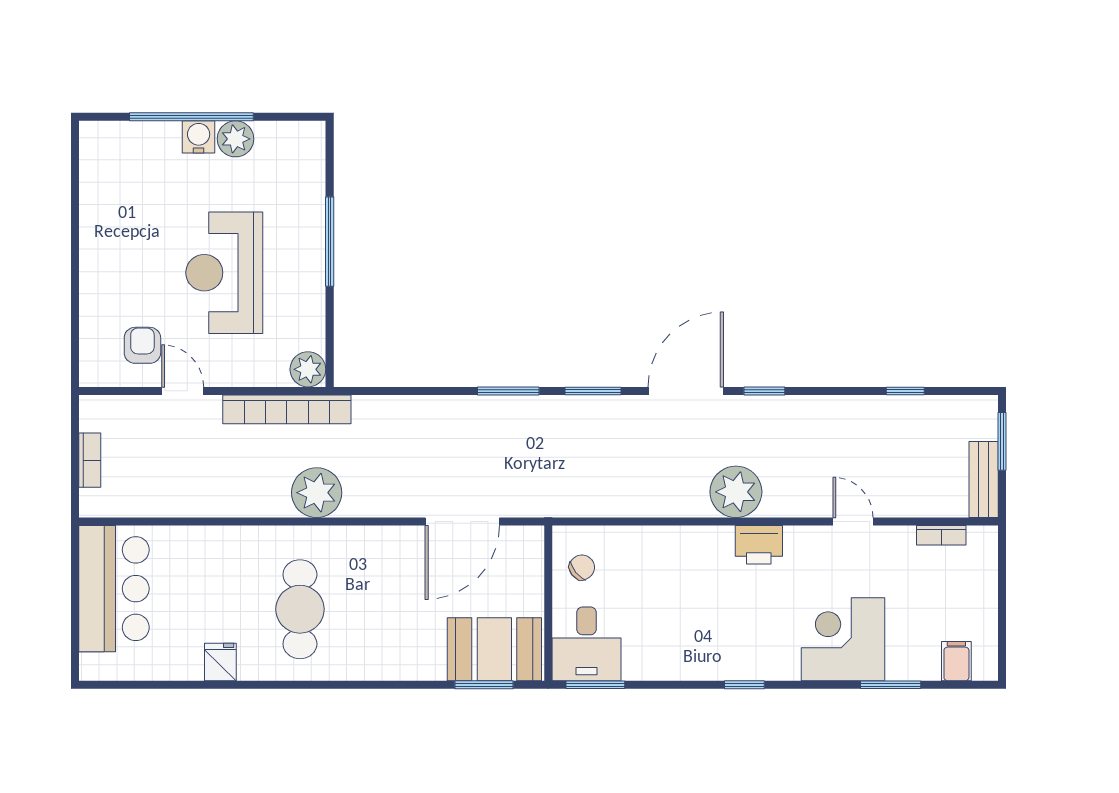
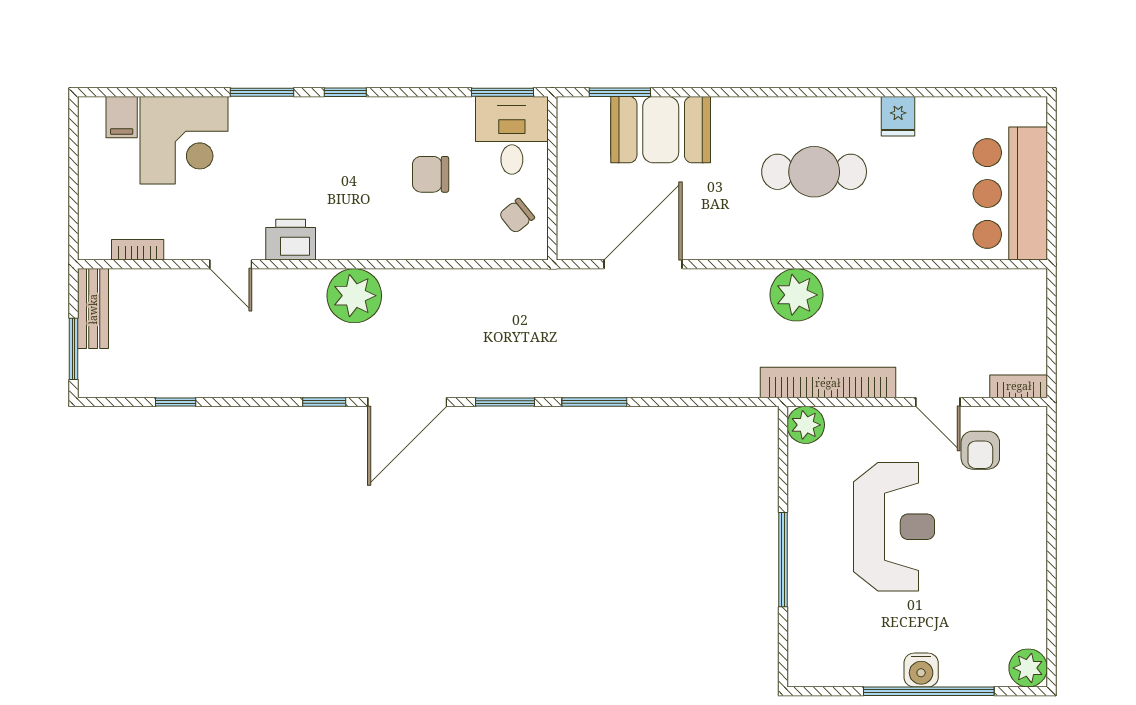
plant: (236, 139) -> (1028, 668), moved
bookcase: (90, 460) -> (1019, 386), moved, turned 90
printer: (759, 545) -> (291, 240), moved
chair: (664, 607) -> (431, 174), added
cafe table: (300, 609) -> (814, 172), turned 90
corner desk: (843, 639) -> (184, 140), moved
booth: (494, 649) -> (661, 130), moved
window: (891, 685) -> (262, 92), moved

